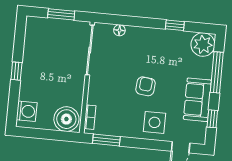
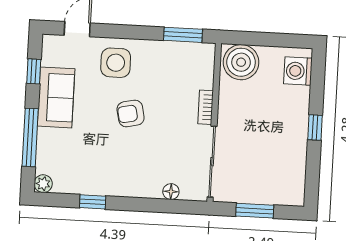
plant: (203, 45) -> (43, 184), width x0.53, depth x0.53
armchair: (146, 86) -> (131, 113), turned 72
bookcase: (90, 117) -> (206, 107), moved

